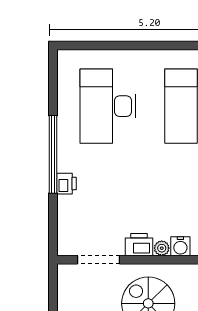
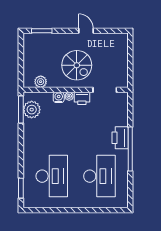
printer: (66, 184) -> (120, 138), width x1.87, depth x1.48

